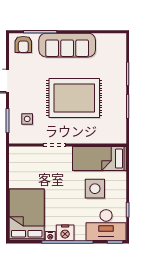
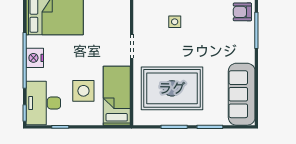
sofa: (67, 45) -> (242, 94), moved
rug: (74, 98) -> (172, 88), moved, turned 90
side table: (27, 119) -> (175, 22), moved
nightstand: (50, 236) -> (31, 42), removed

